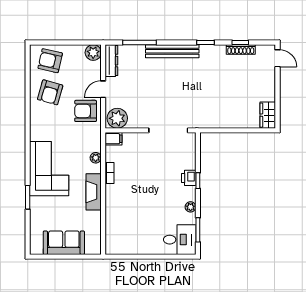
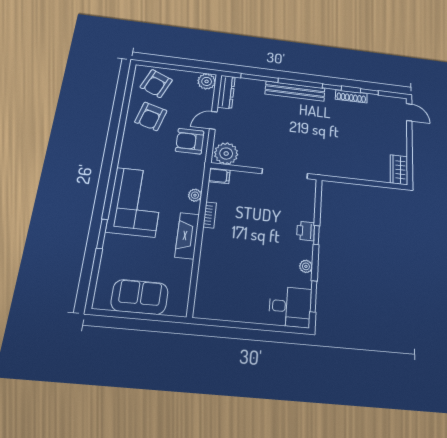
shoe rack: (241, 50) -> (351, 96), moved
armchair: (50, 61) -> (156, 84), turned -80

